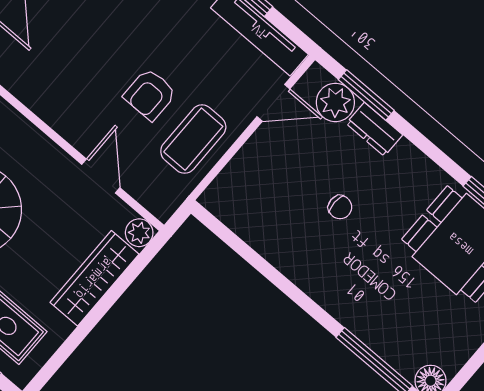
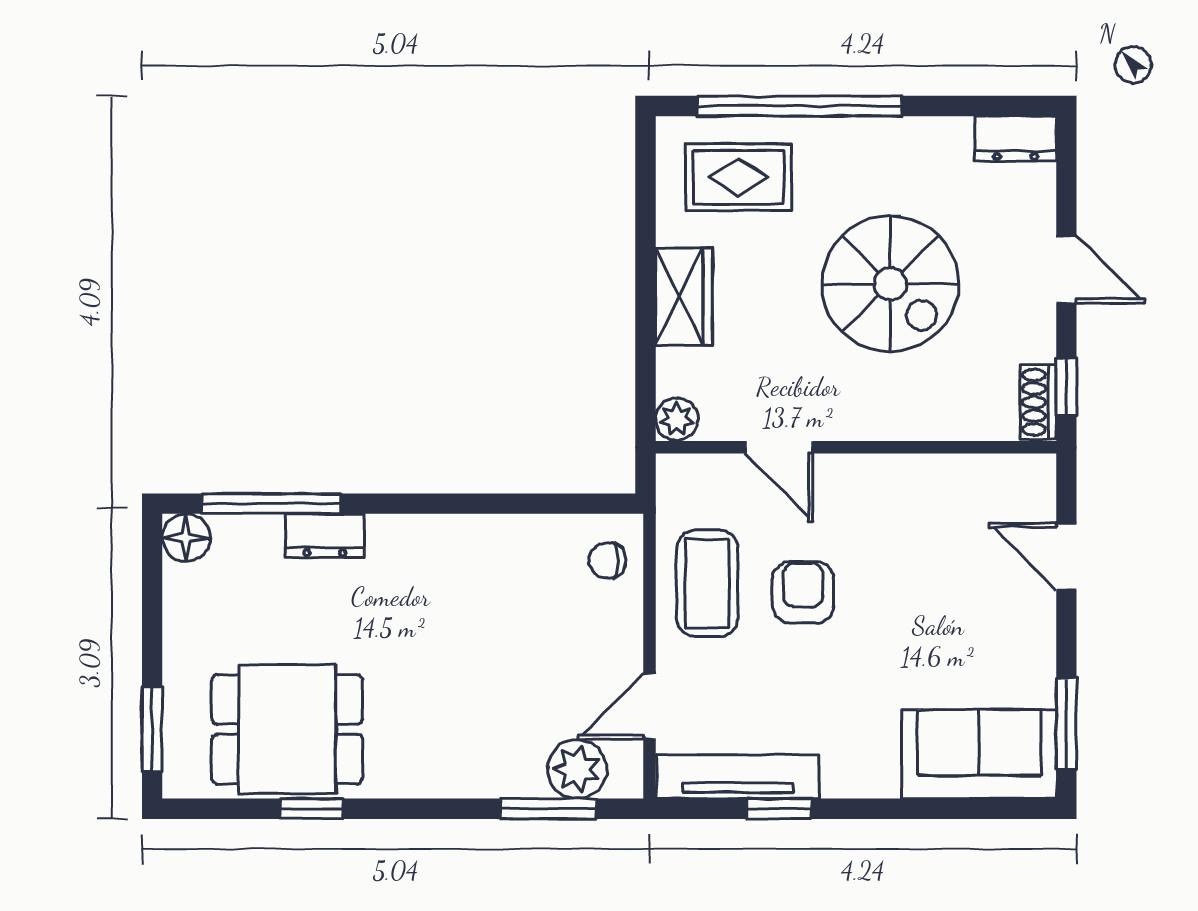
dresser: (374, 129) -> (325, 536), moved, turned 180
chair: (340, 207) -> (607, 561), moved
wardrobe: (94, 278) -> (684, 296), width x0.67

